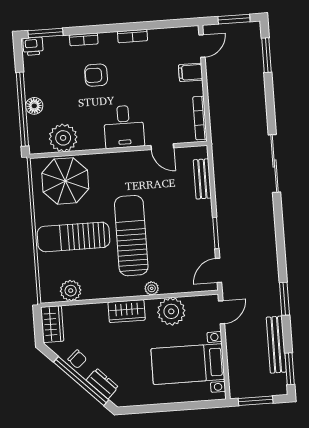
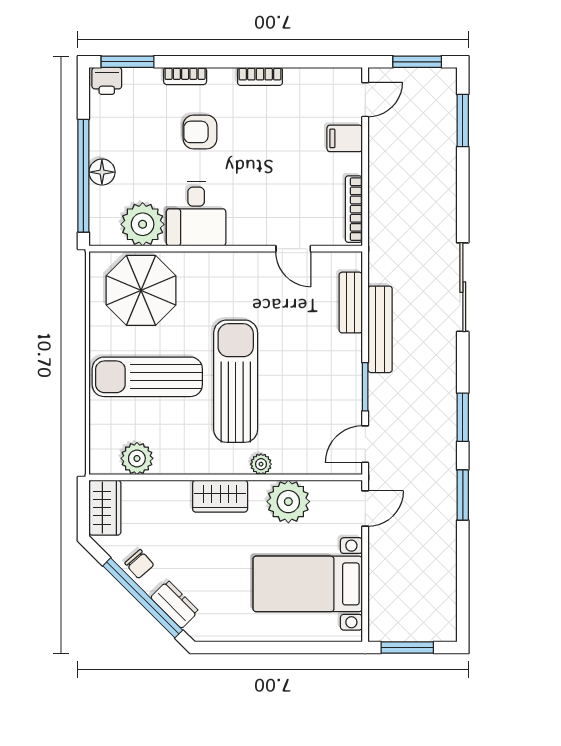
desk: (124, 127) -> (196, 214), moved
bench: (276, 345) -> (380, 329), moved
window: (290, 369) -> (463, 417), moved

